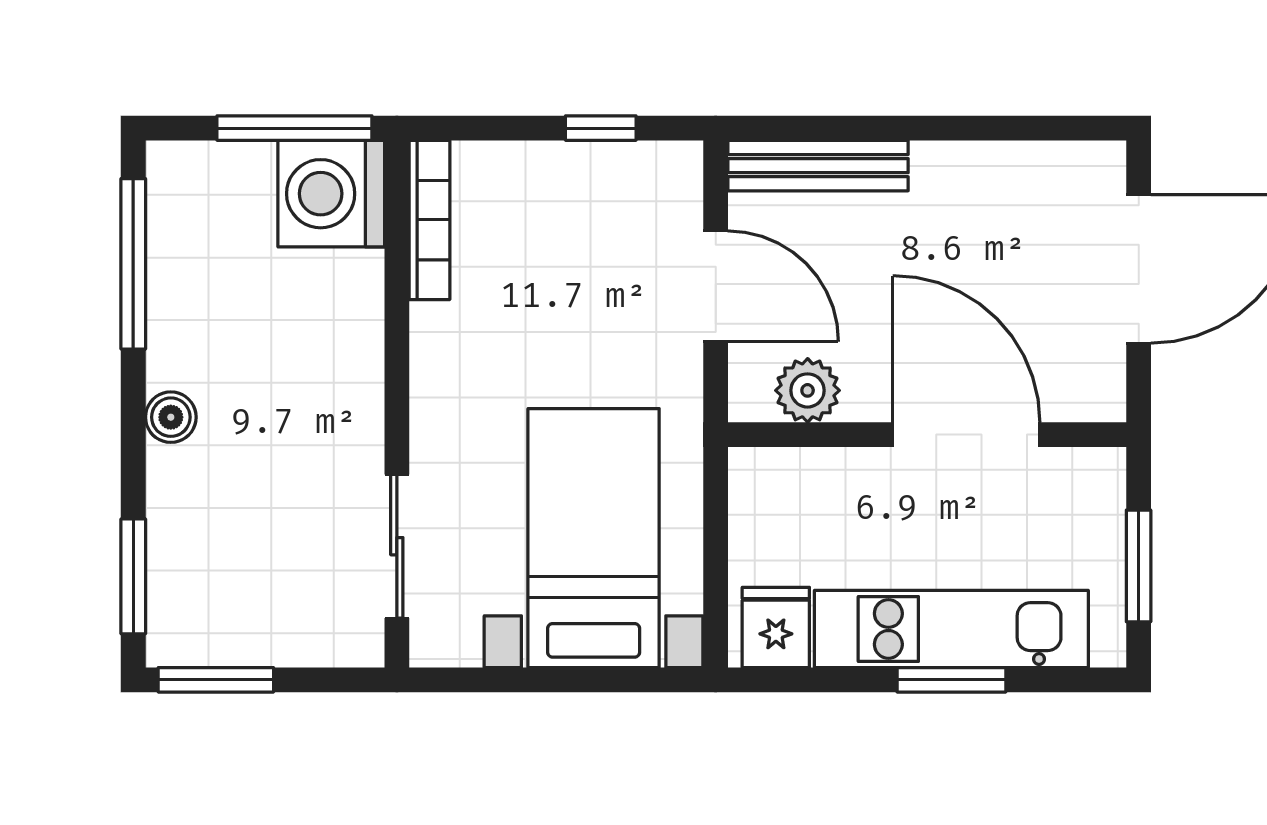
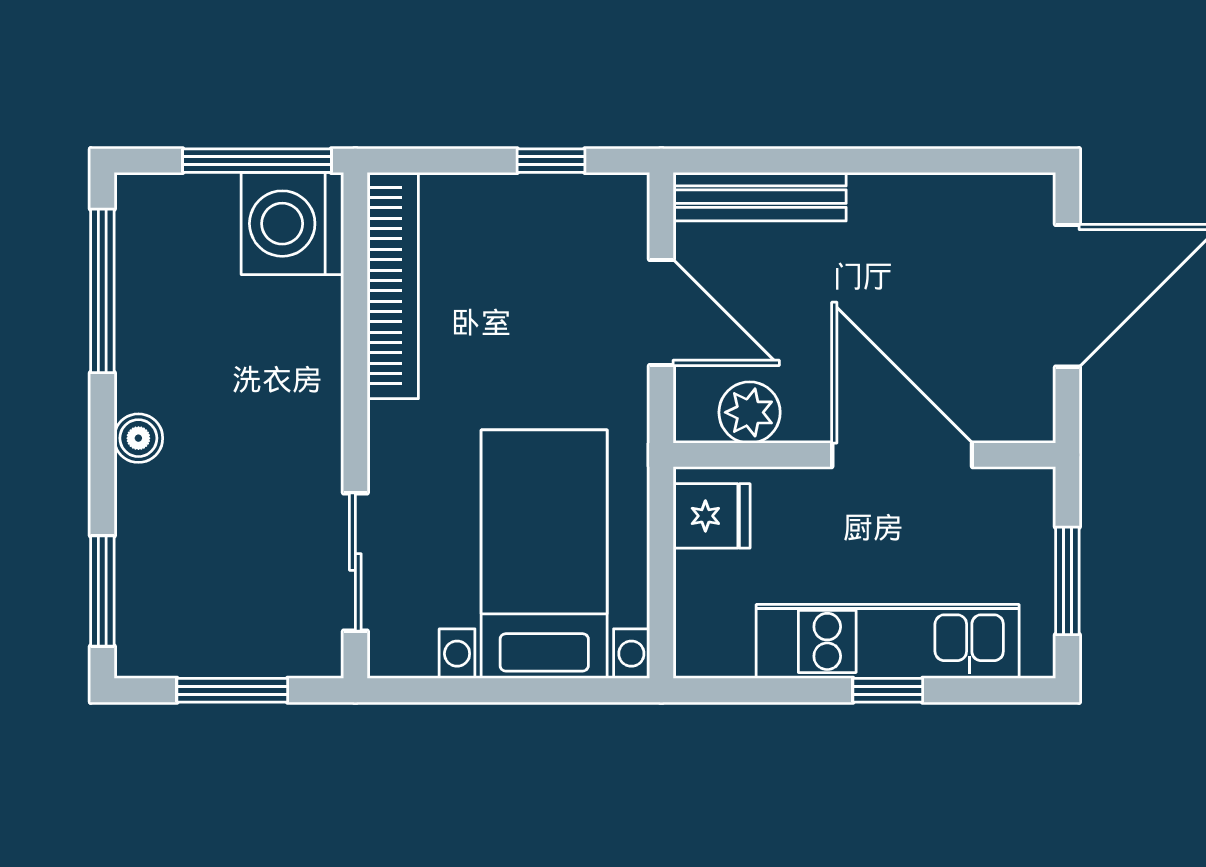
bookcase: (429, 220) -> (393, 286), width x1.48, depth x1.31
fridge: (776, 627) -> (712, 516), moved, turned 90
window: (216, 680) -> (232, 690), moved
window: (951, 680) -> (888, 690), width x0.67

